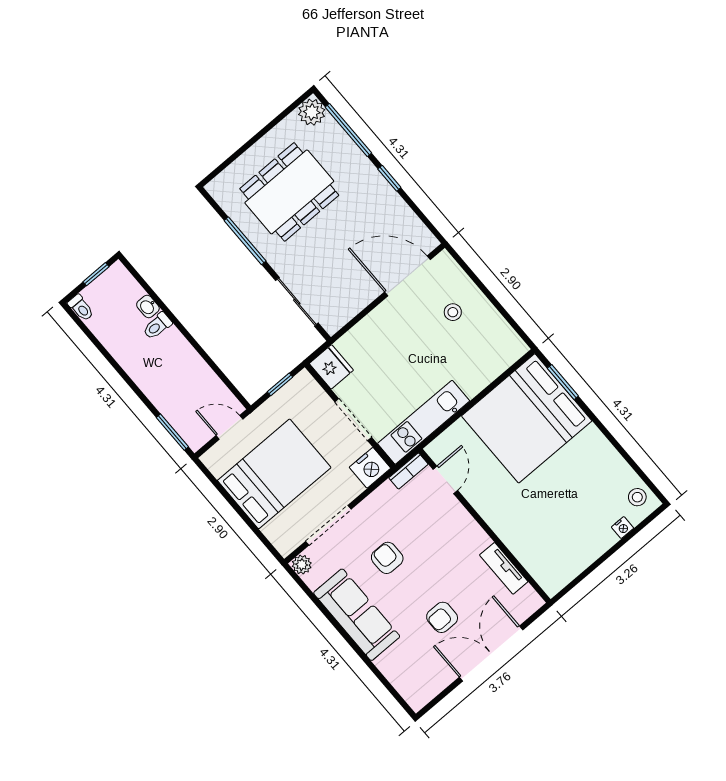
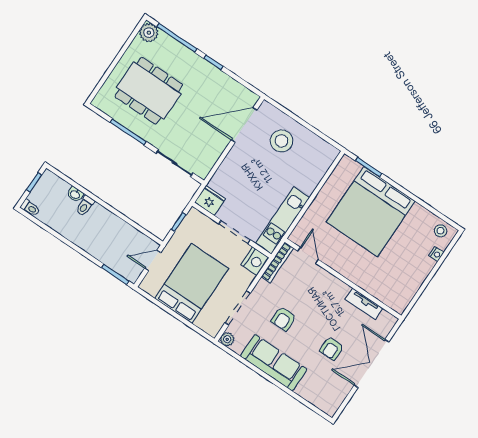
dining table: (289, 192) -> (149, 91), turned 90
stool: (453, 312) -> (282, 141), width x1.89, depth x1.89
bed: (527, 418) -> (371, 212), moved
bookcase: (408, 471) -> (277, 263), width x1.56
armchair: (387, 558) -> (284, 319), turned -90

